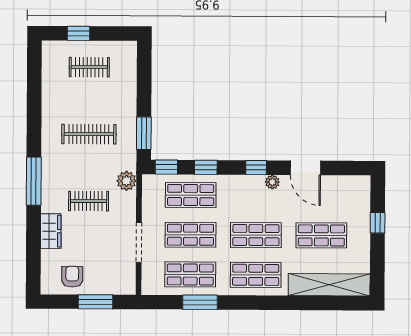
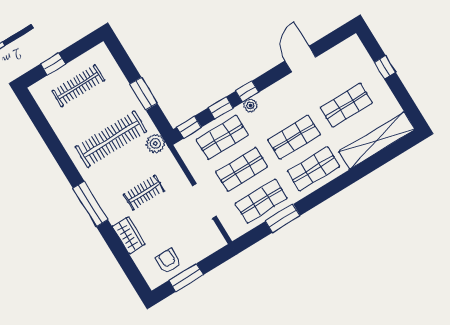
clothes rail: (89, 67) -> (78, 86), width x1.36
window: (144, 133) -> (144, 94), moved
clothes rail: (89, 134) -> (111, 139), width x1.37, depth x1.31
window: (256, 168) -> (247, 92), moved
door: (305, 168) -> (300, 59), swing flipped
plant: (127, 181) -> (155, 143), moved
plant: (272, 182) -> (250, 105), moved
window: (96, 302) -> (186, 278), moved

